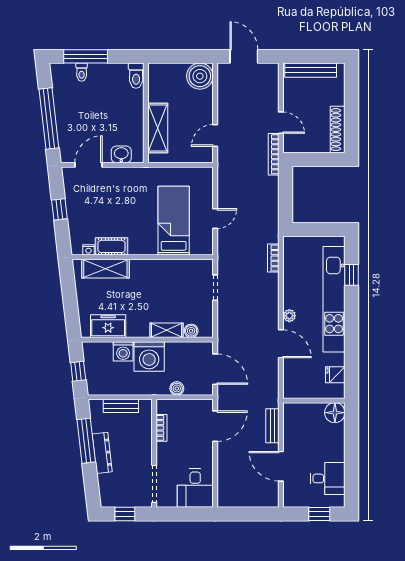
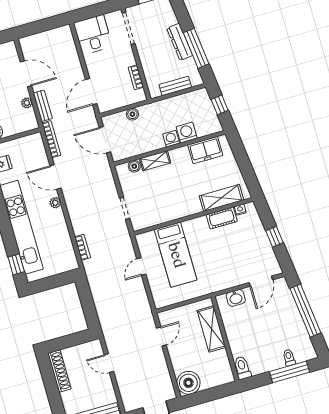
bookcase: (274, 154) -> (51, 139), moved
window: (352, 275) -> (16, 264), moved
washing machine: (149, 356) -> (171, 139), width x0.53, depth x0.53
plant: (289, 434) -> (27, 103), added

